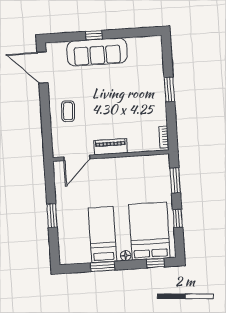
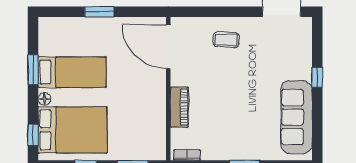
sofa: (97, 52) -> (296, 117), moved
piano: (111, 147) -> (179, 107), moved
door: (77, 158) -> (168, 47), width x1.36

